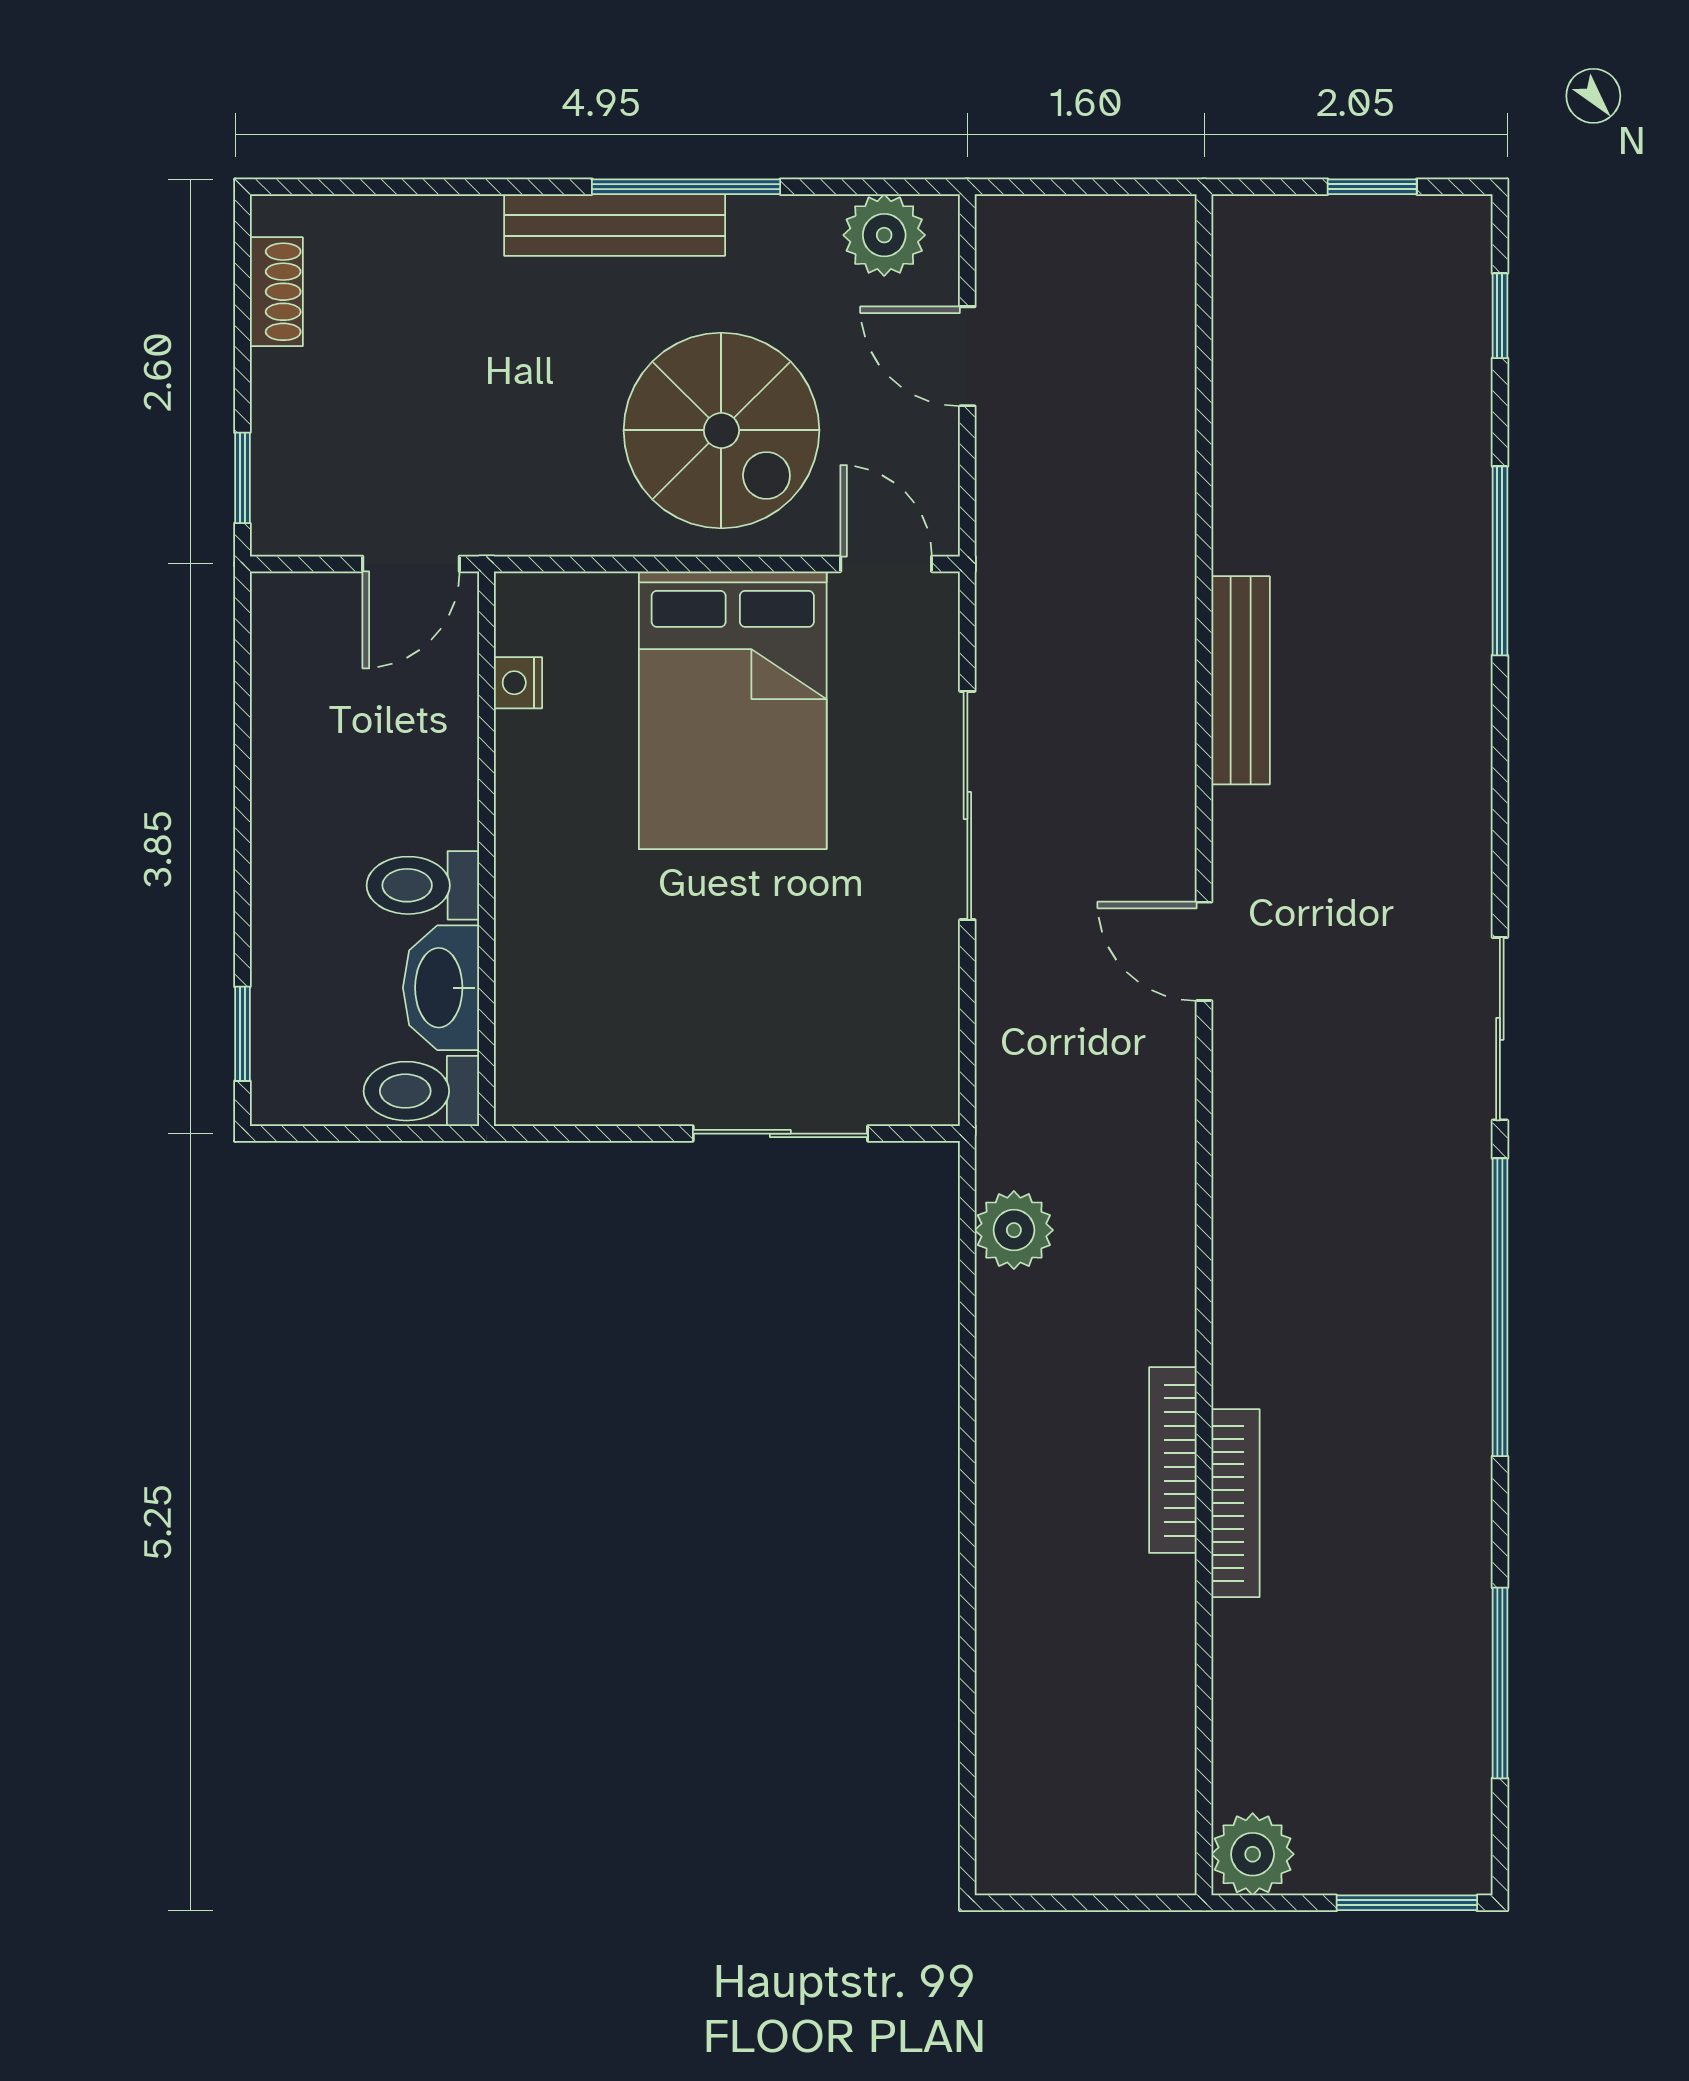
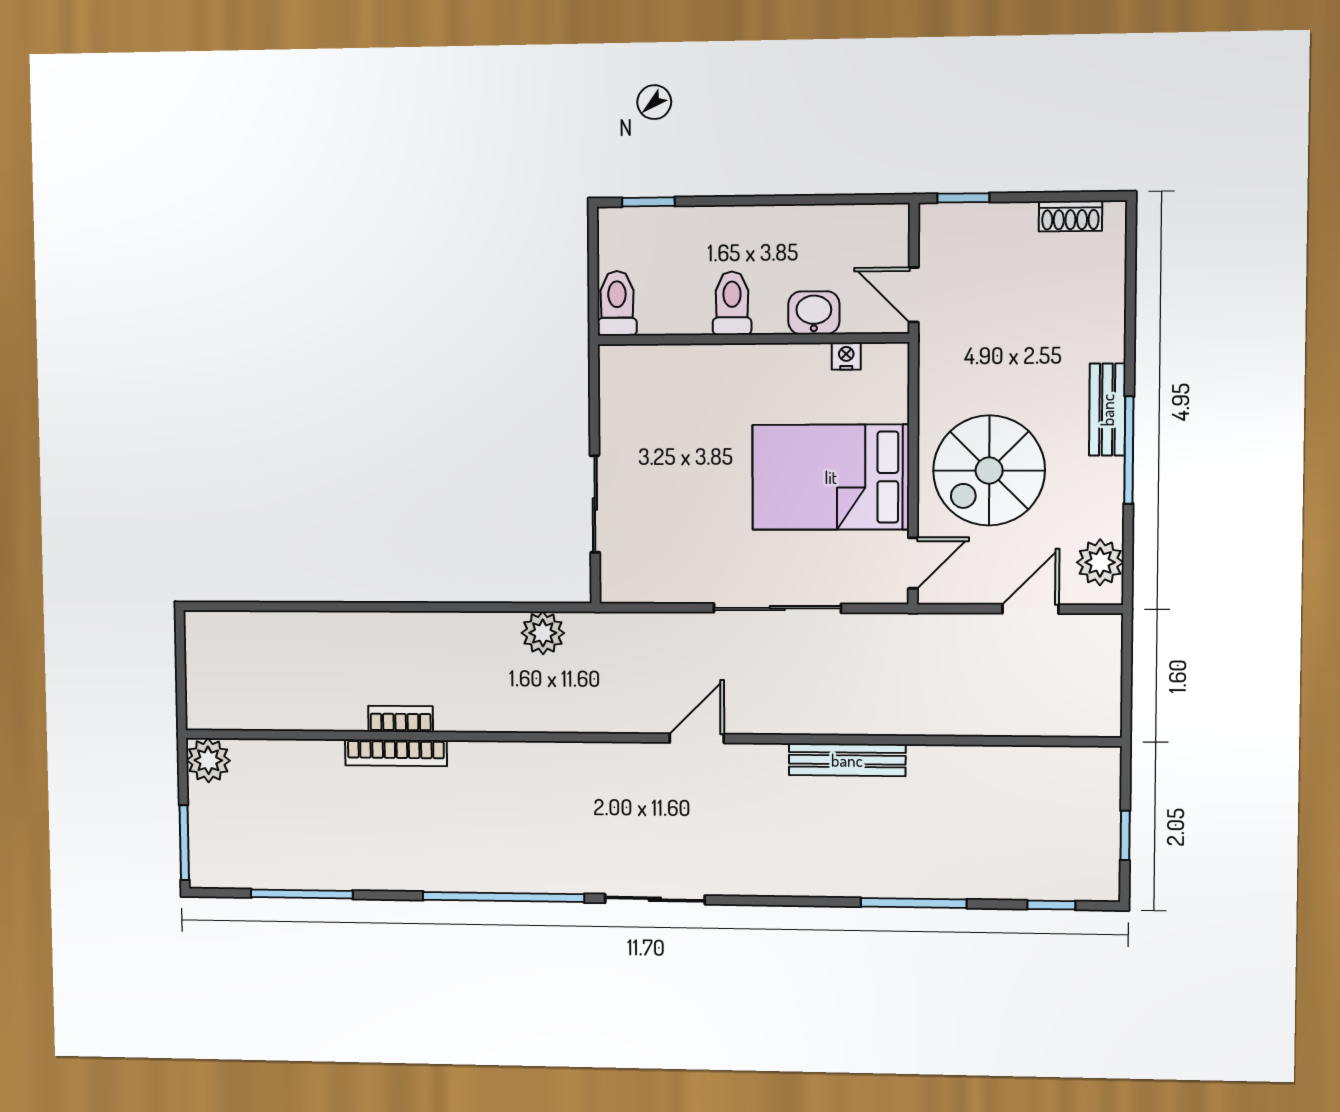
bench: (615, 225) -> (1107, 410), width x0.73
washbasin: (441, 988) -> (814, 313), moved, width x0.72
bookcase: (1173, 1460) -> (401, 719), width x0.64

